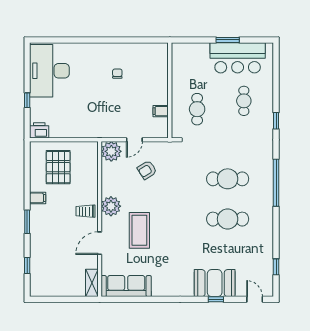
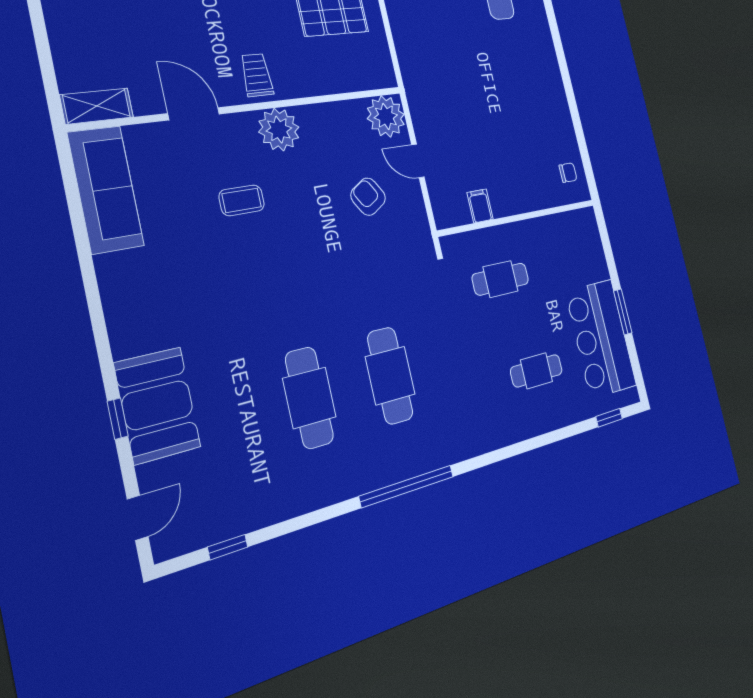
chair: (117, 74) -> (568, 173), moved
window: (276, 121) -> (609, 418), moved
coffee table: (139, 230) -> (242, 200), width x0.54, depth x0.58

